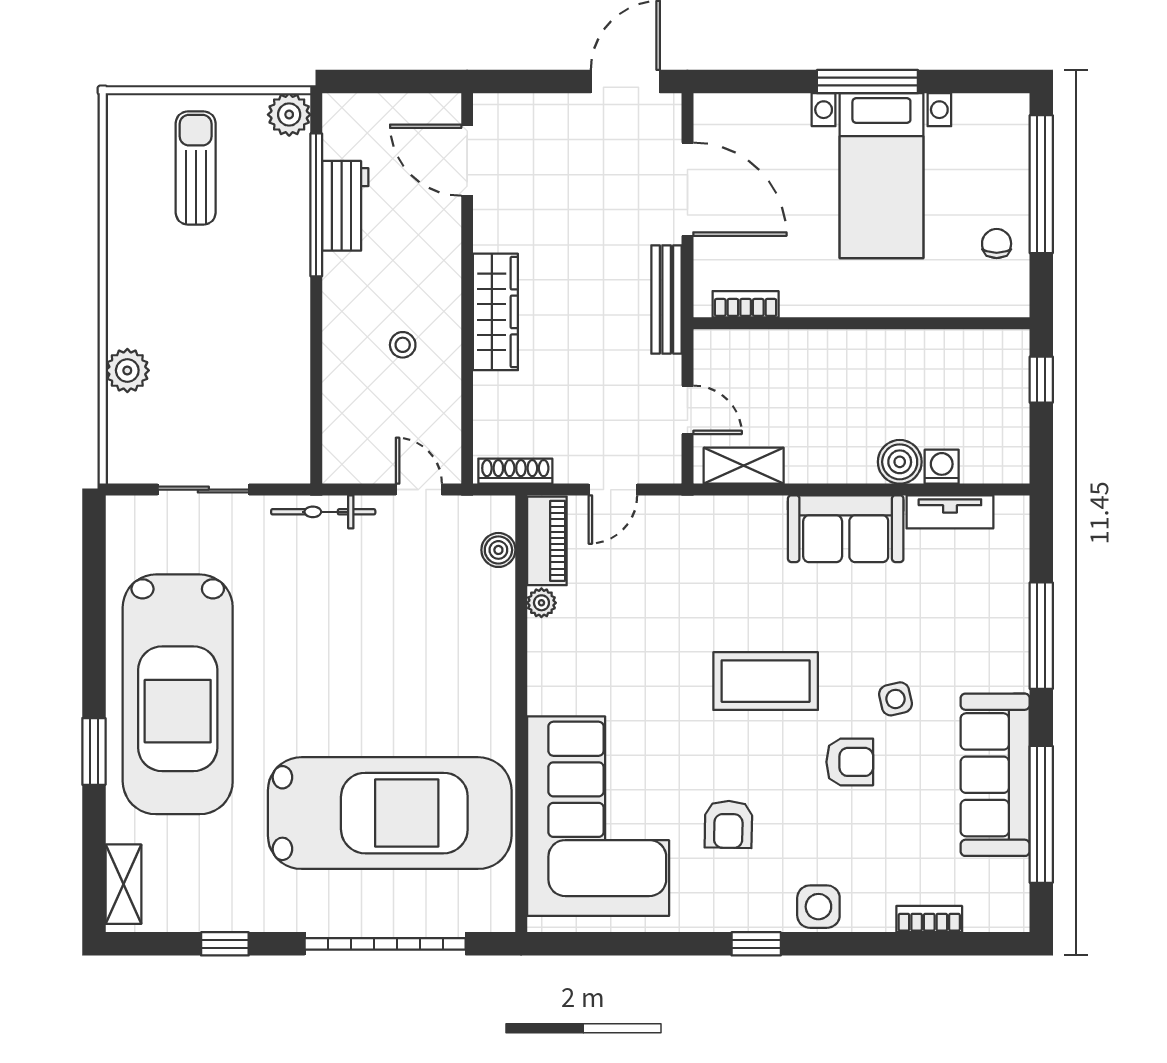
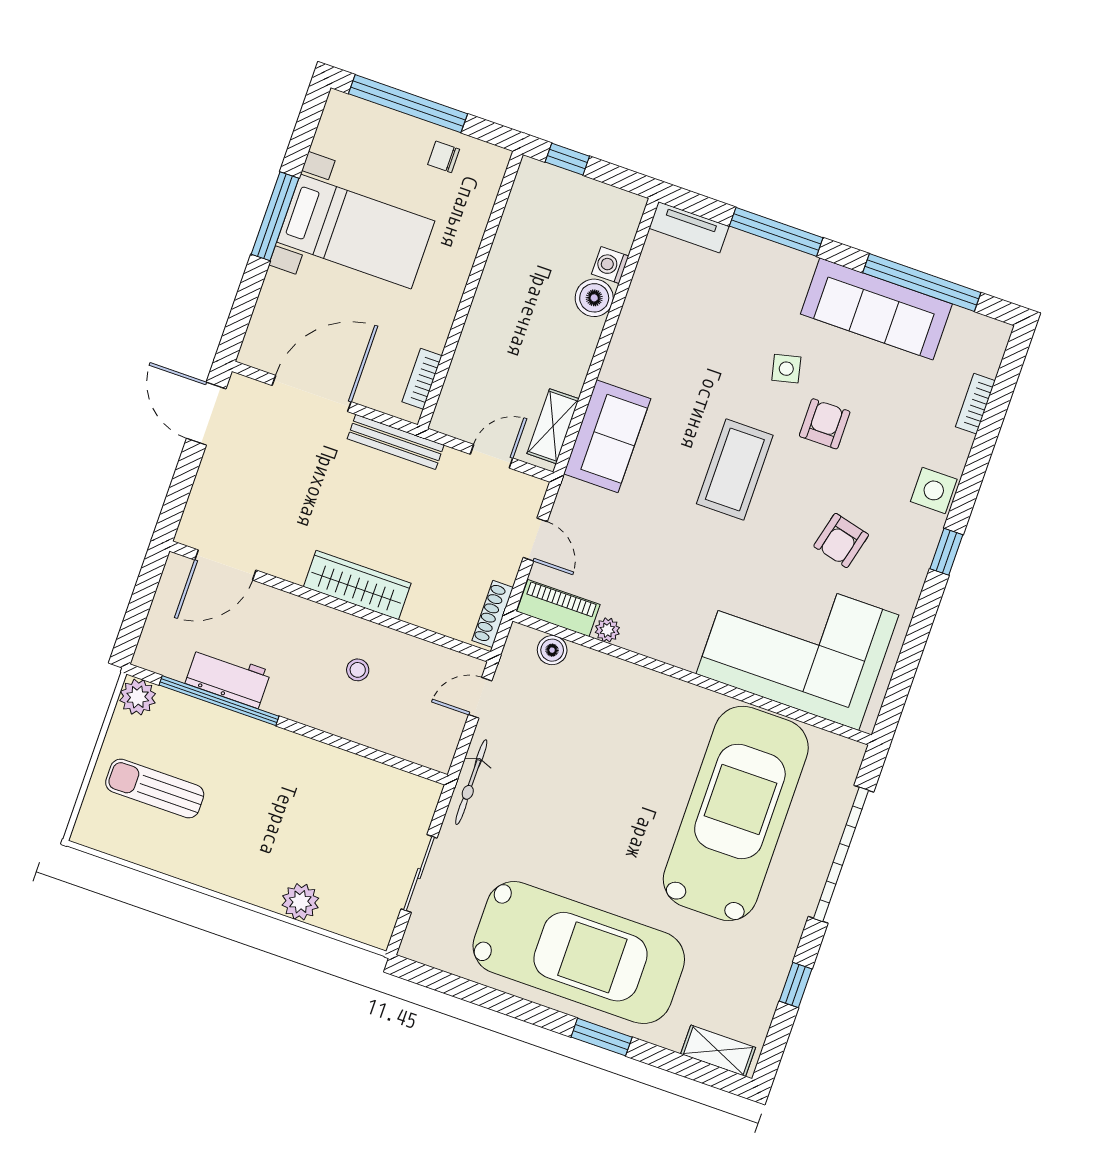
tv unit: (950, 512) -> (689, 227), moved, turned 90
sofa: (846, 529) -> (607, 436), moved
armchair: (728, 824) -> (841, 540), turned 103

